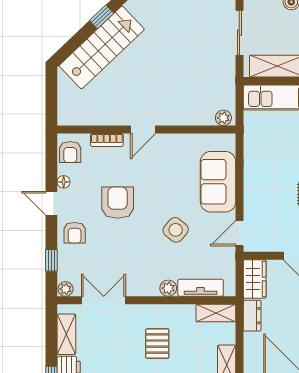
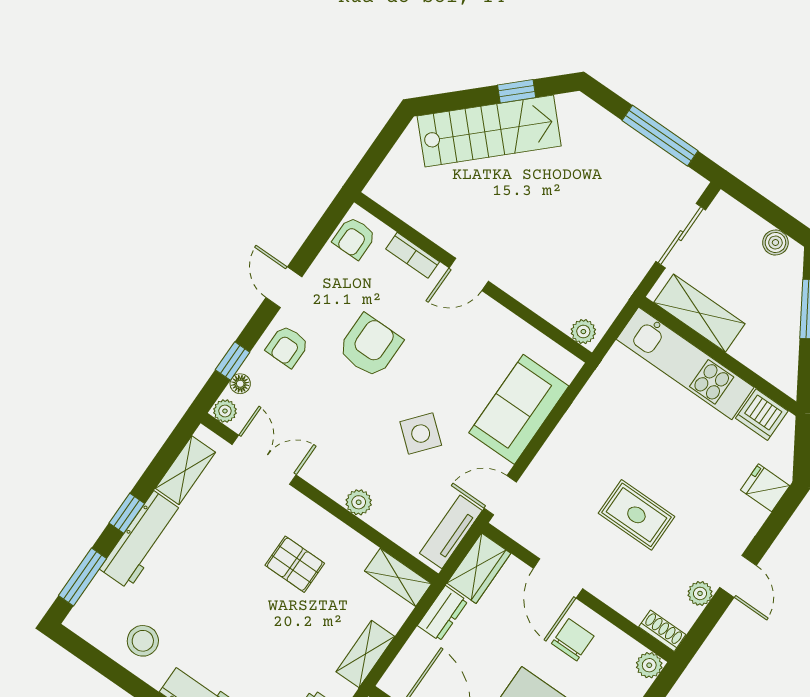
floor lamp: (64, 182) -> (240, 384), moved
tv unit: (201, 288) -> (451, 532), moved, turned -90
pallet: (157, 344) -> (295, 564), turned 90

